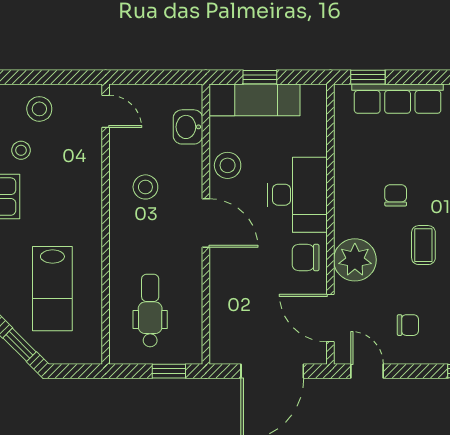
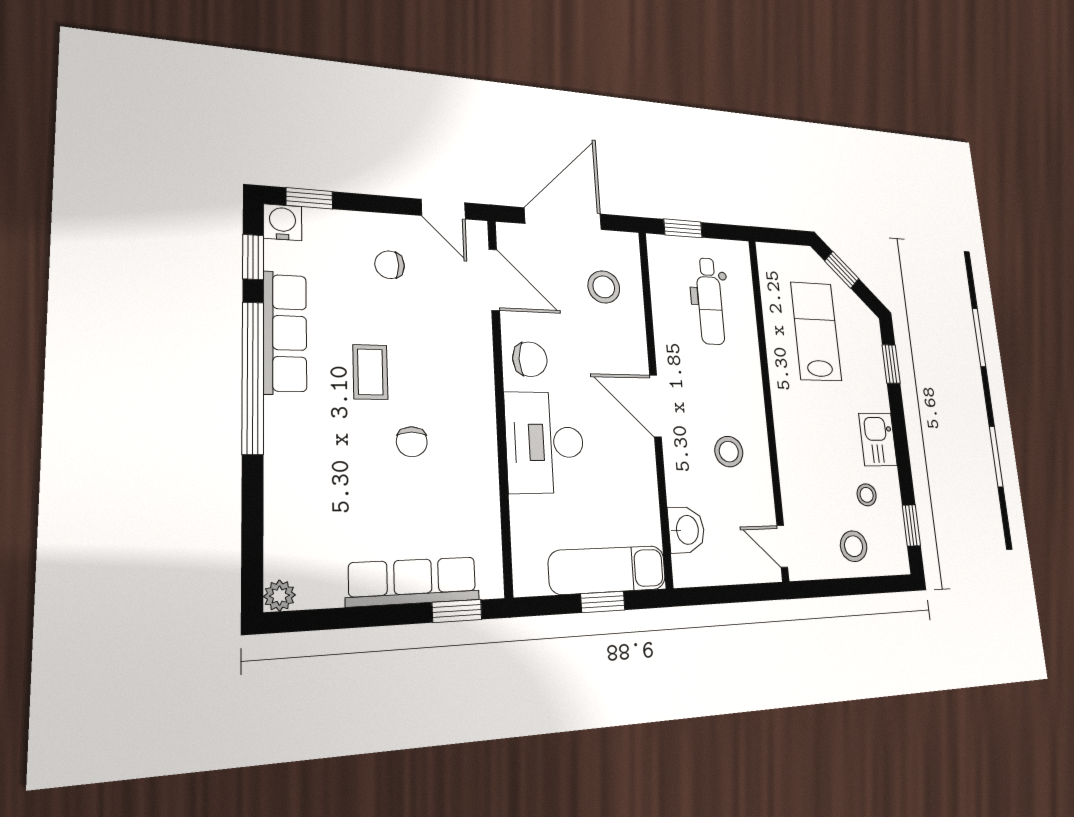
stool: (228, 165) -> (604, 287), moved
plant: (355, 260) -> (465, 354), removed

